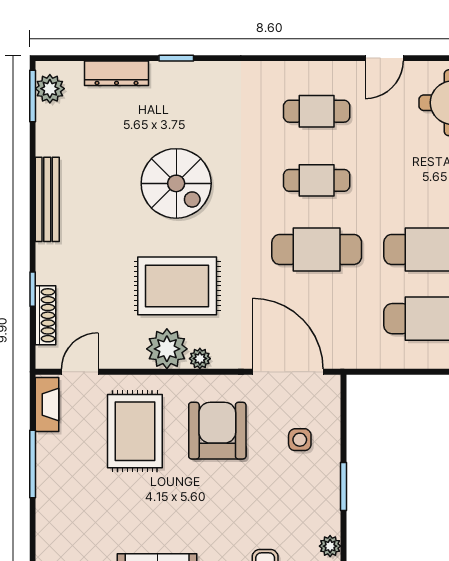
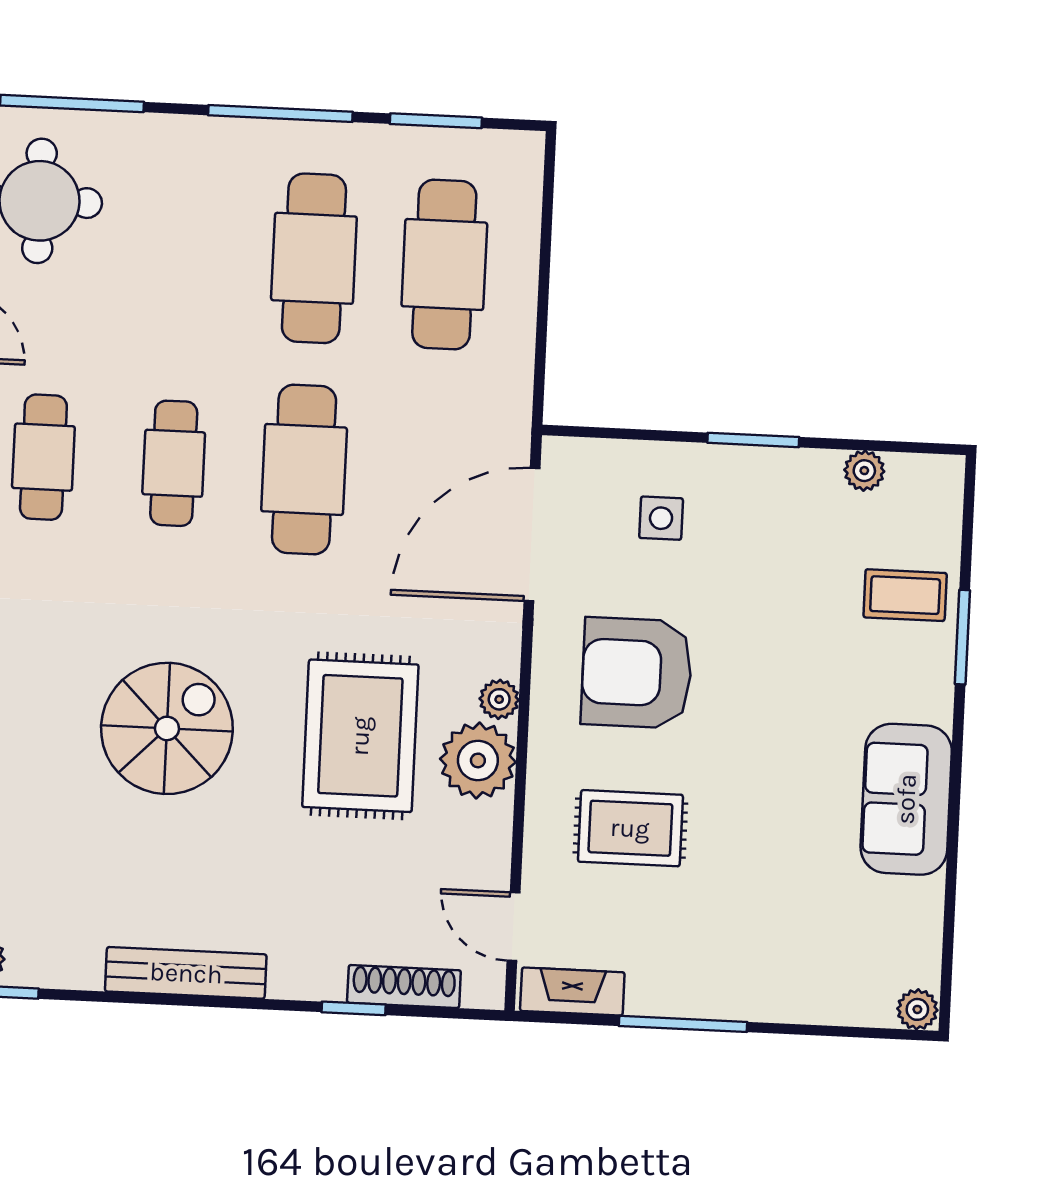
rug: (135, 431) -> (630, 828), width x0.73, depth x0.70

